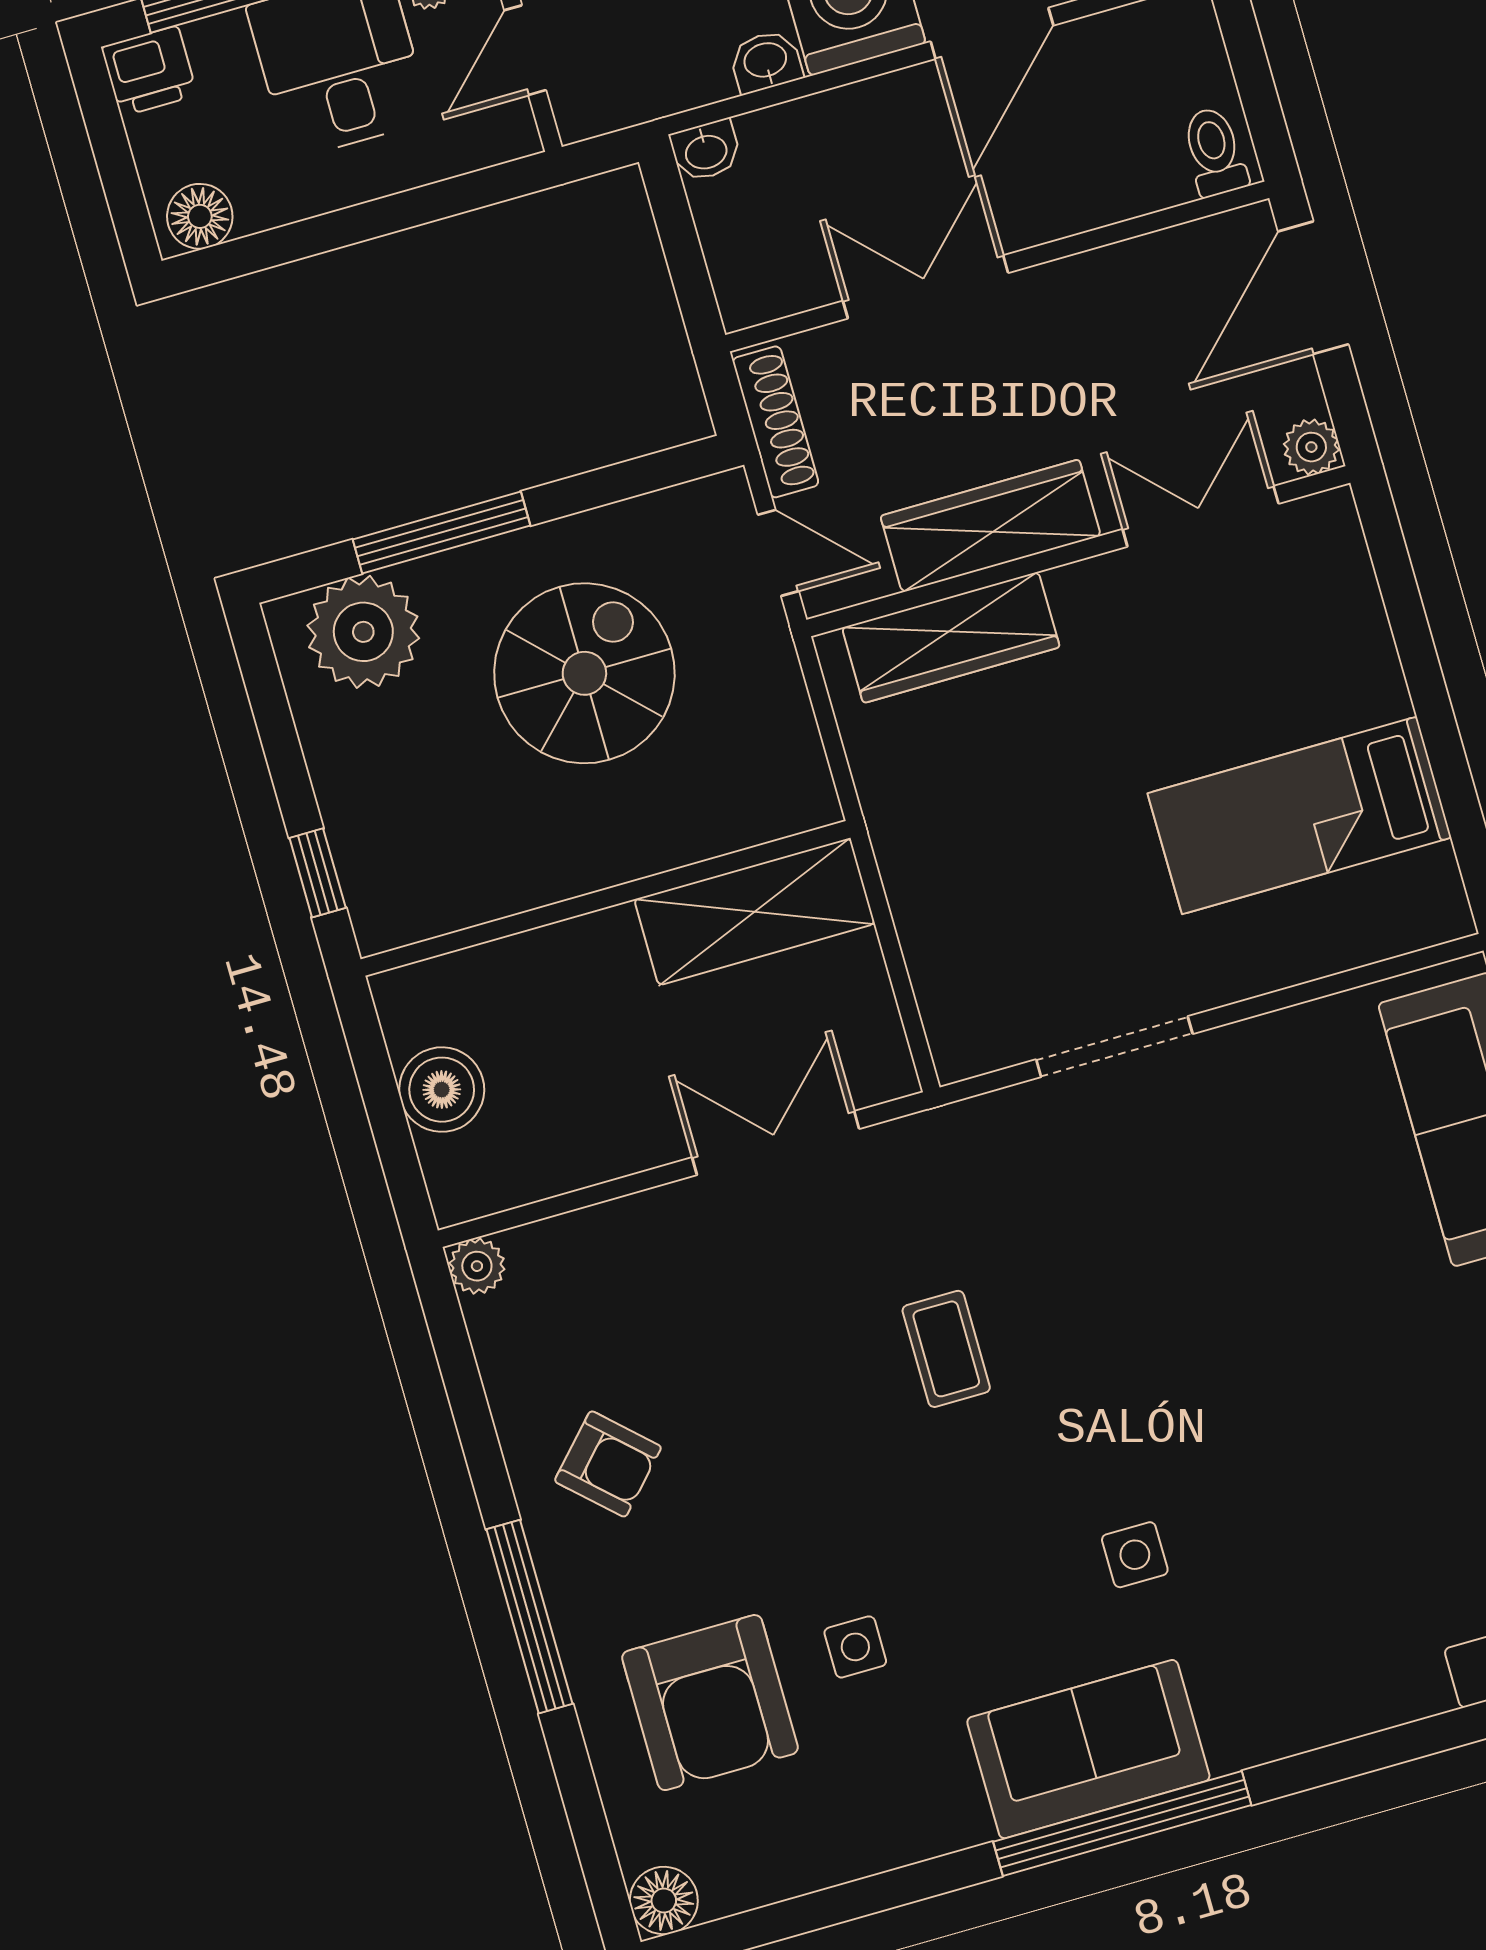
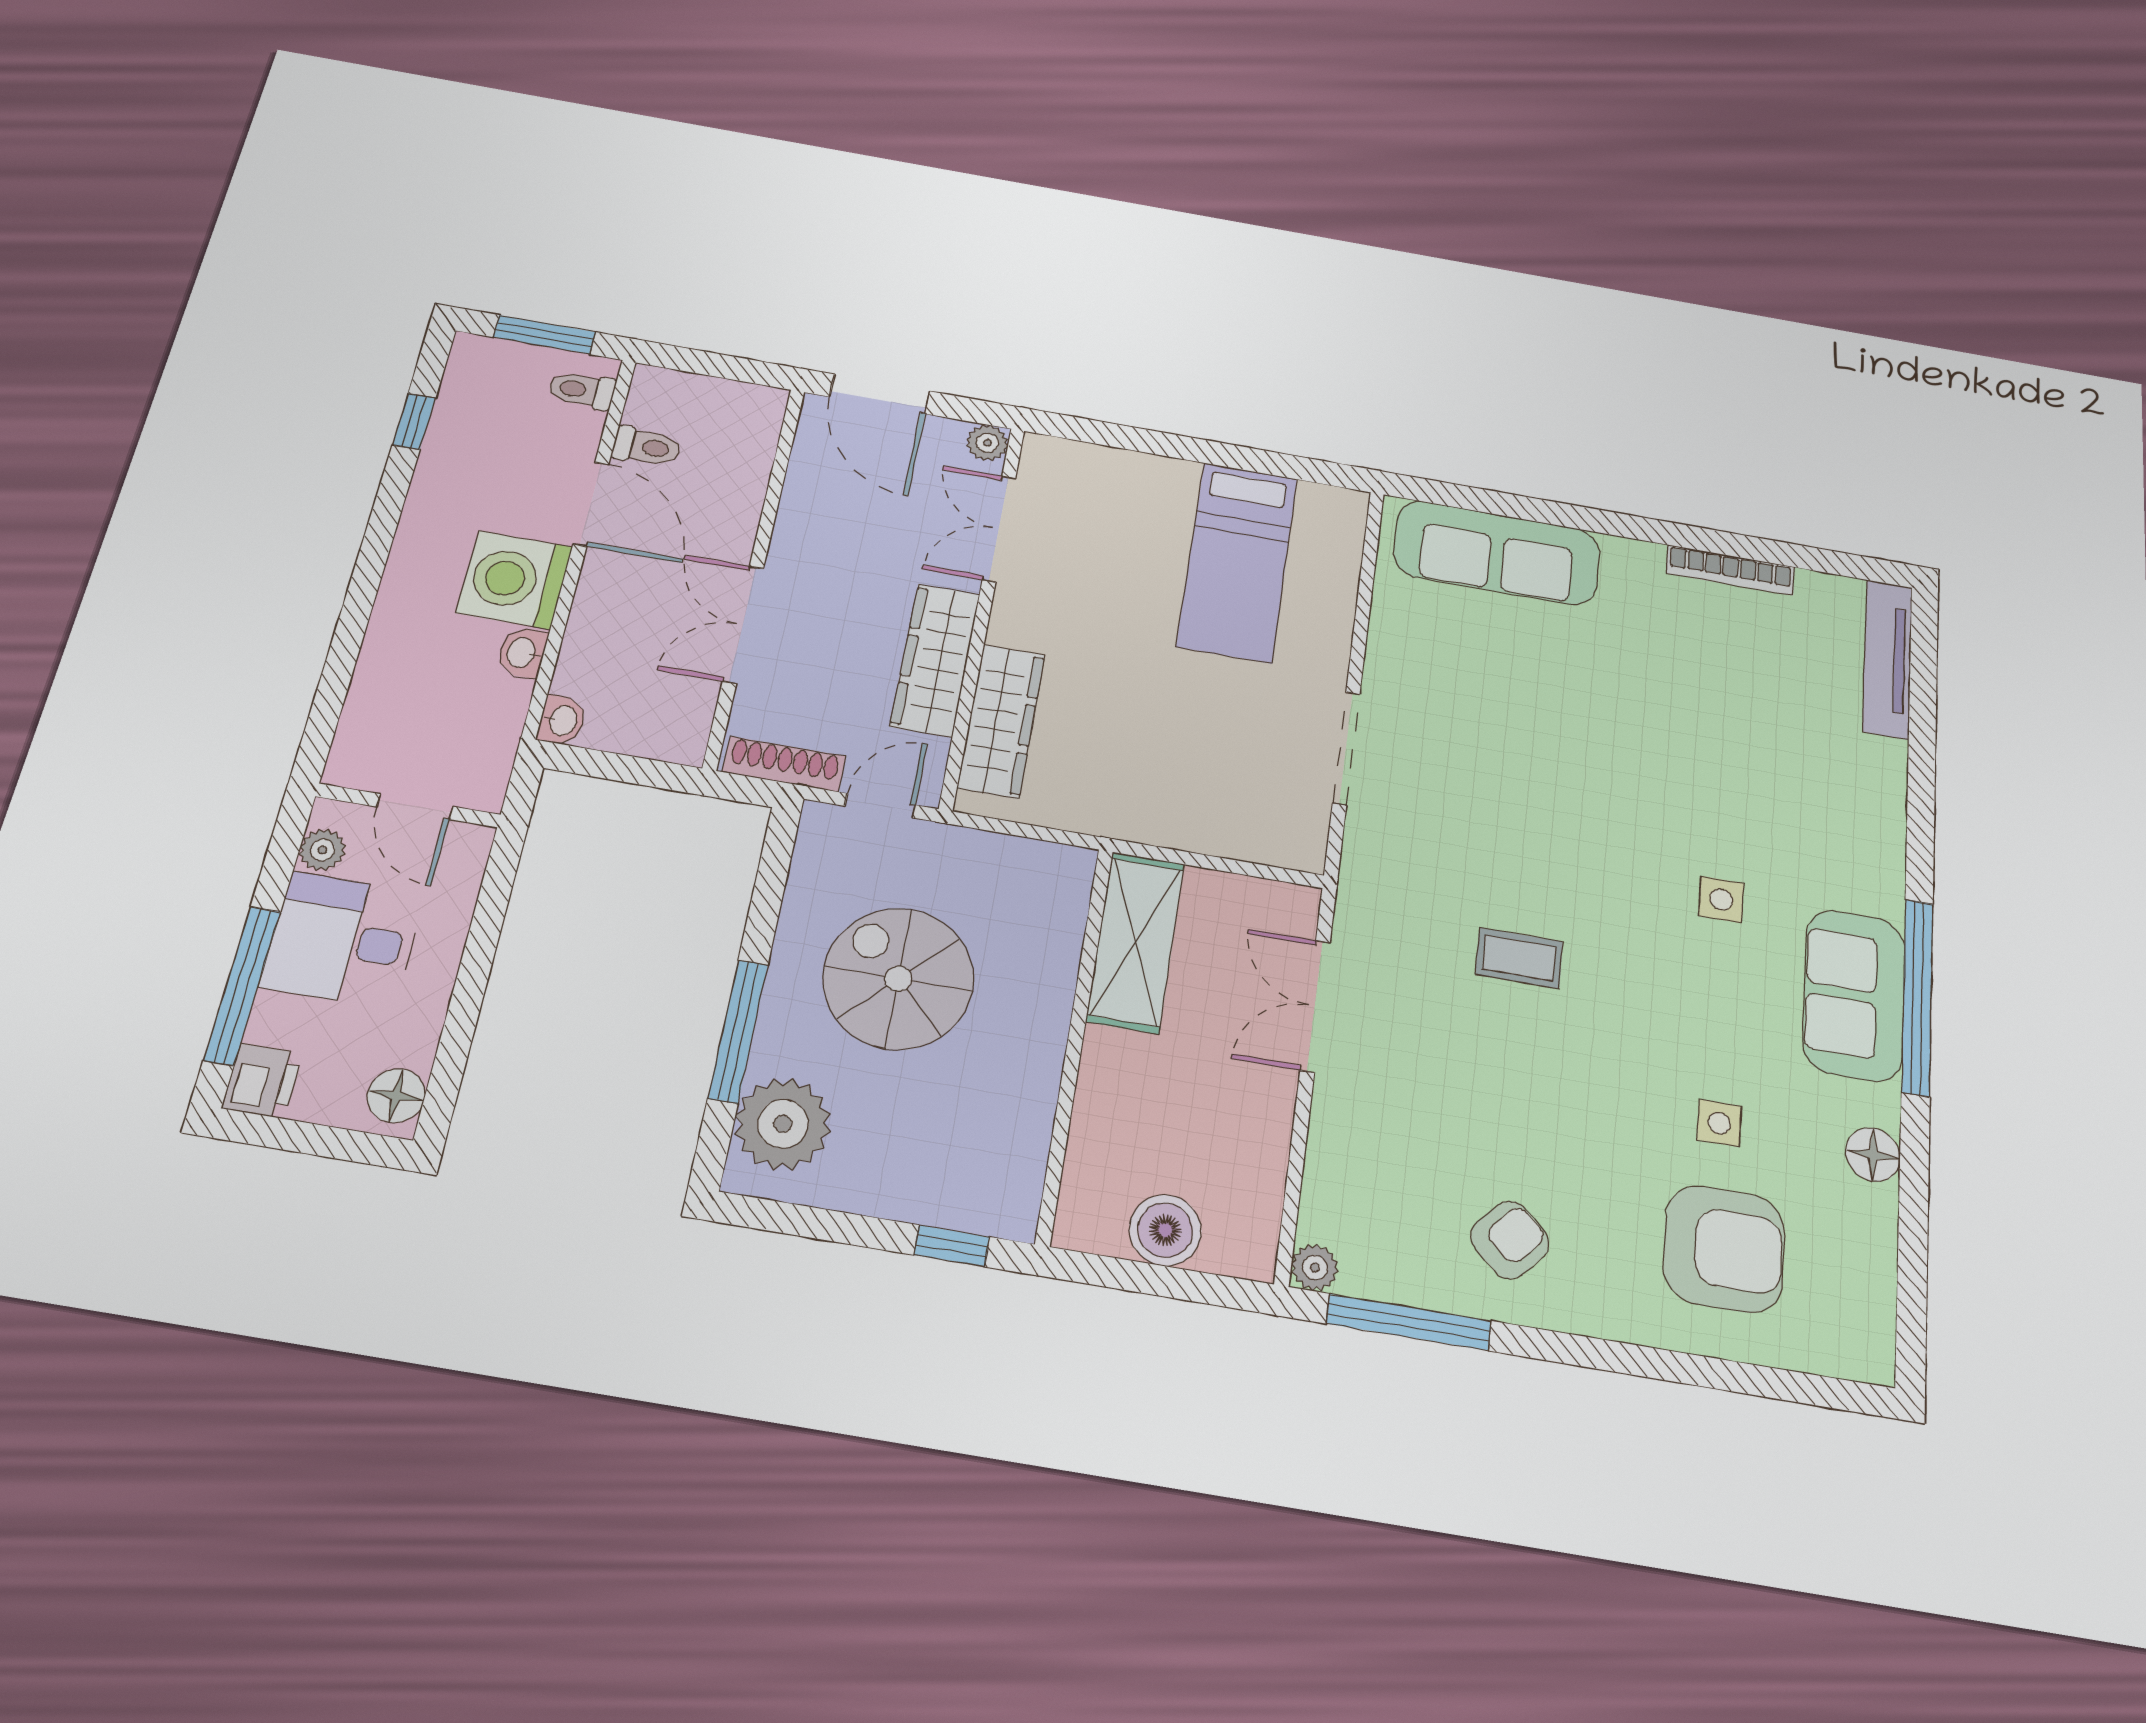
toilet: (1215, 152) -> (647, 447), moved, turned 180
window: (529, 1617) -> (1409, 1322), moved
floor lamp: (664, 1901) -> (1873, 1155), moved

